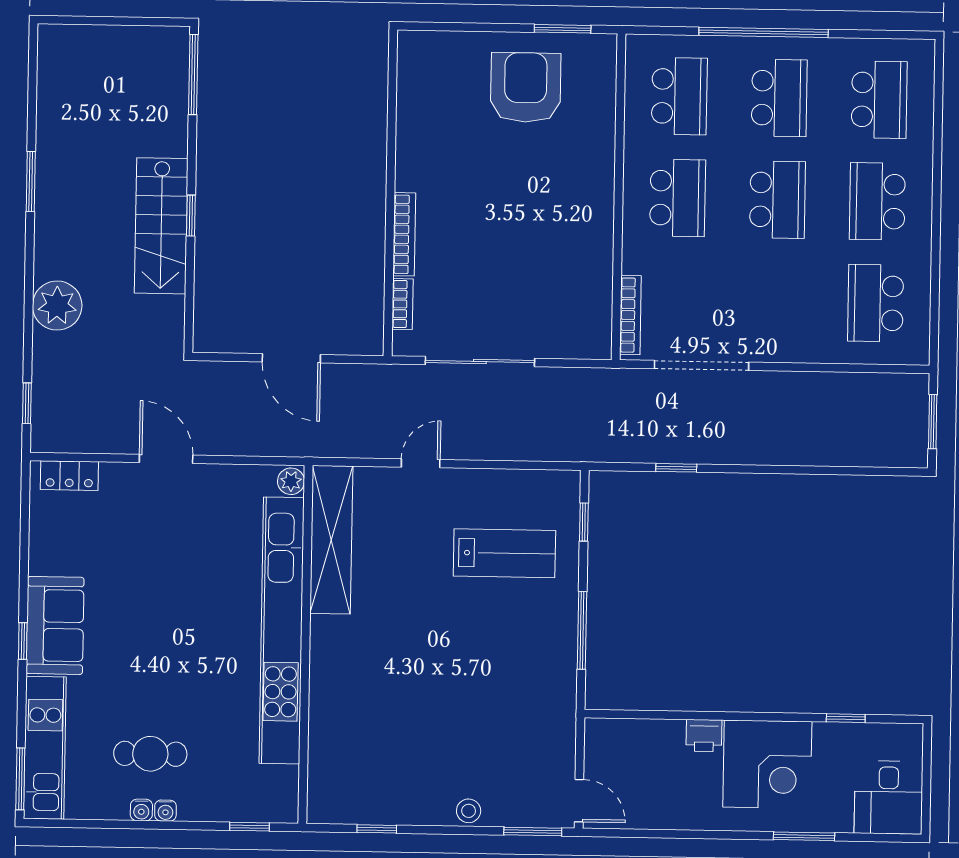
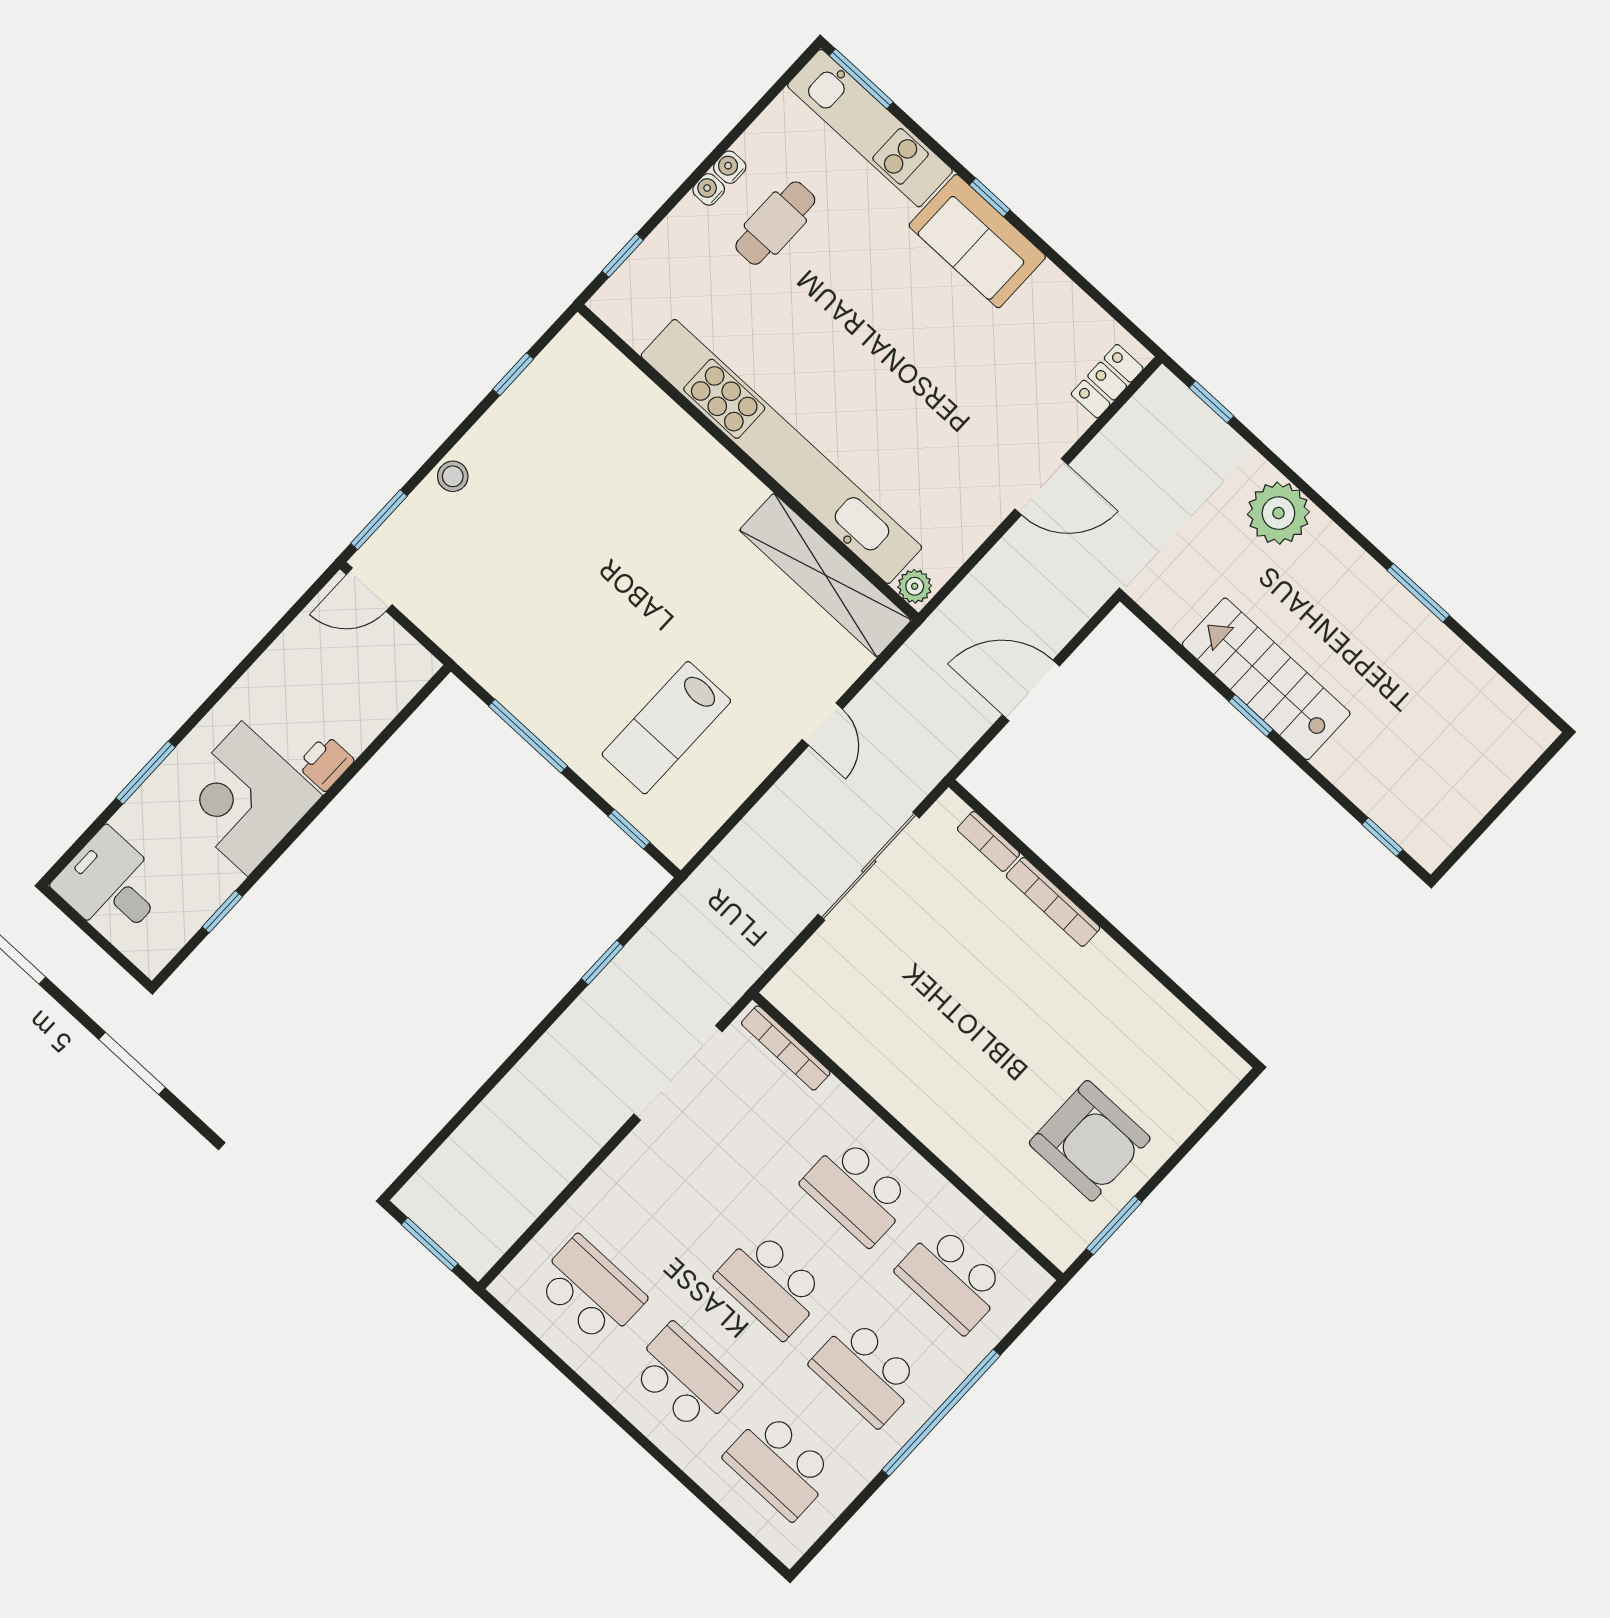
window: (193, 74) -> (1382, 837), width x0.46

